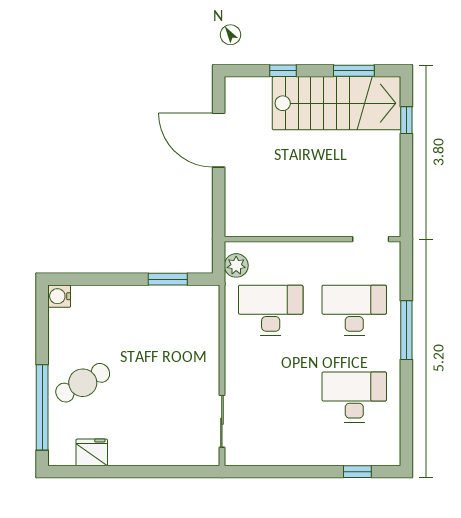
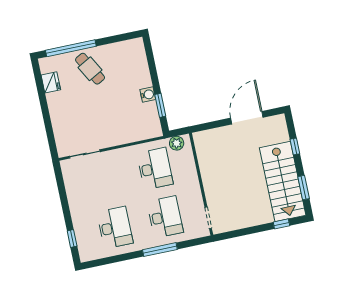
water cooler: (59, 296) -> (148, 95), moved, turned 90

